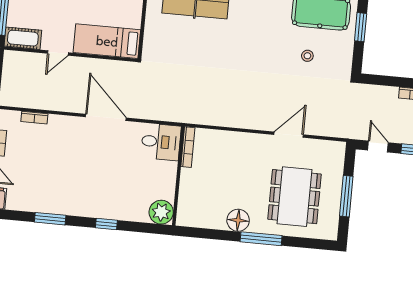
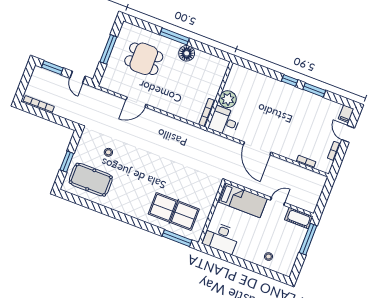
dining table: (295, 197) -> (144, 59), width x0.73
plant: (161, 212) -> (228, 99), moved
window: (106, 224) -> (290, 80), moved

